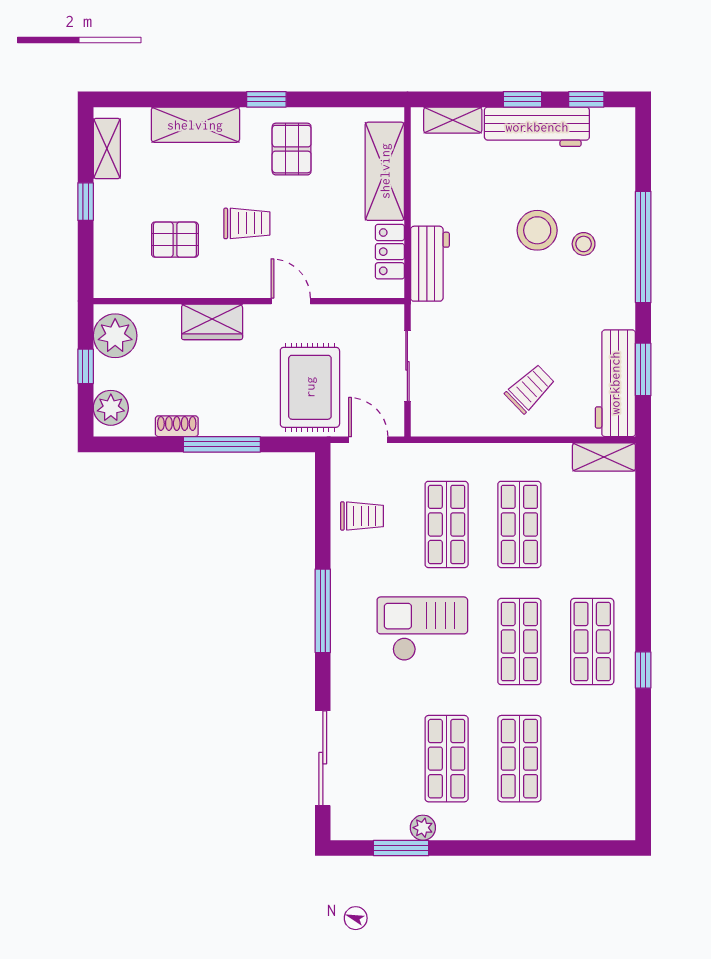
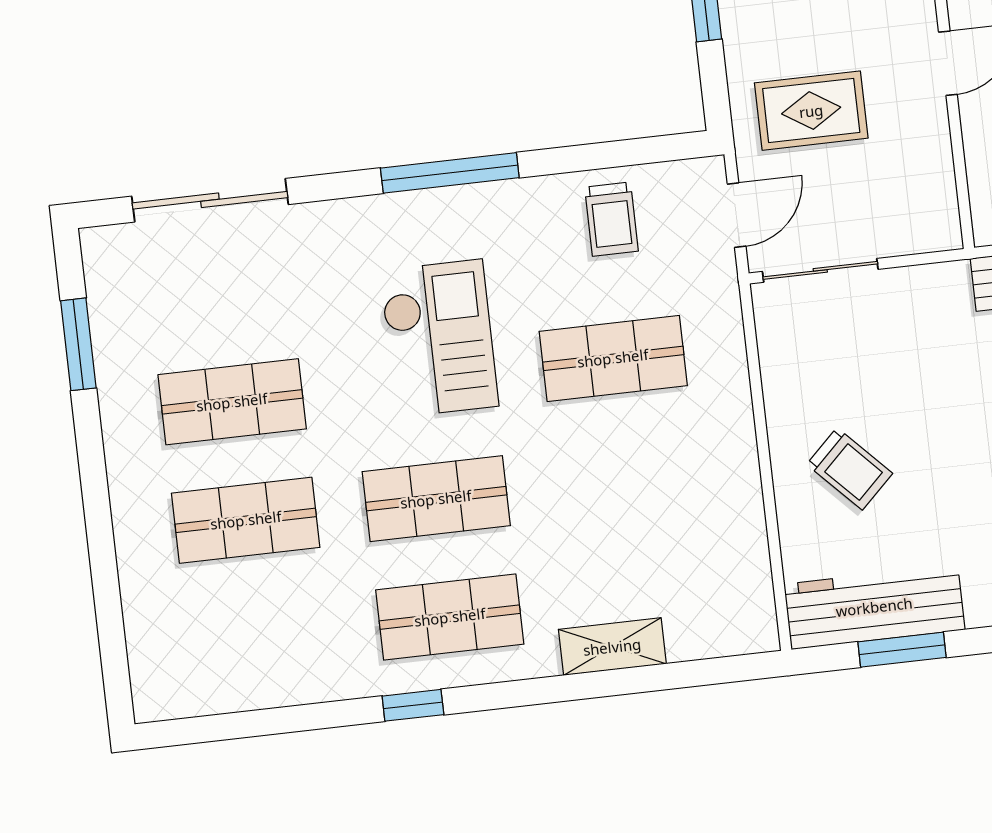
sliding door: (407, 366) -> (820, 270), moved
rug: (310, 387) -> (811, 111), width x0.73, depth x0.70
shelving: (604, 457) -> (612, 647), moved, turned 90
shop shelf: (519, 524) -> (627, 477), removed
plant: (423, 828) -> (115, 376), removed

